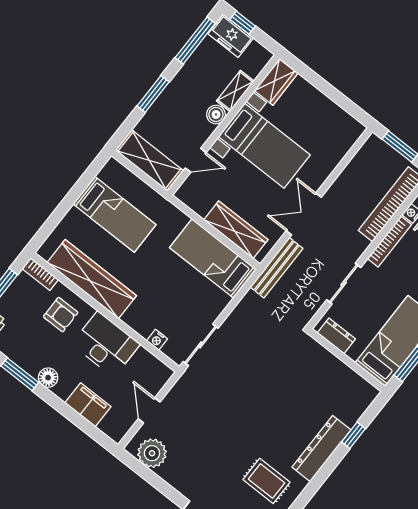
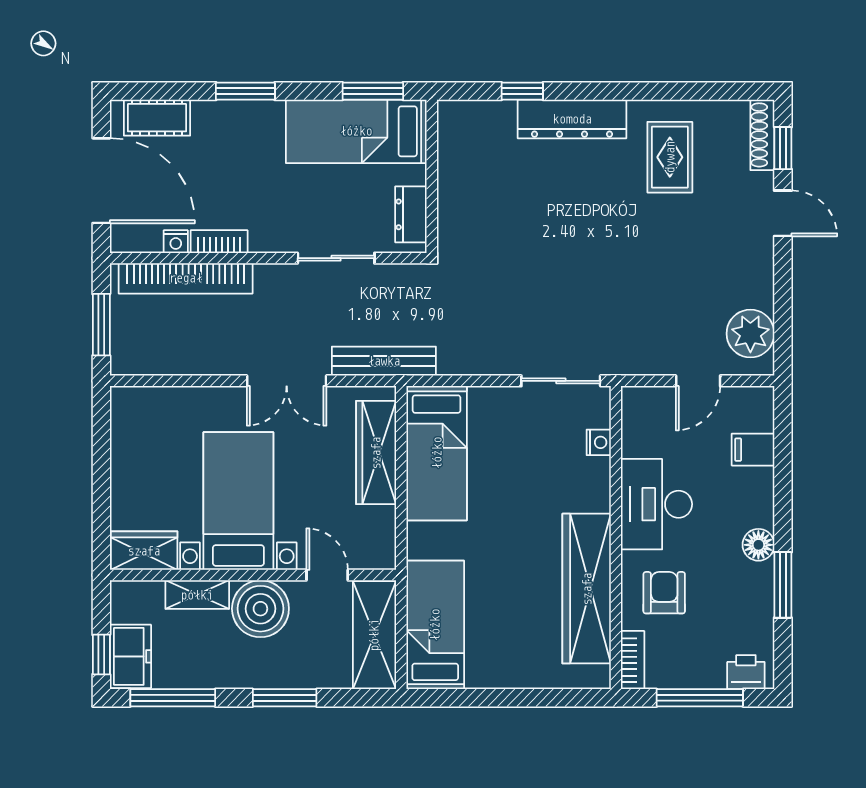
boiler: (216, 115) -> (260, 609), width x1.86, depth x1.86
bed: (115, 214) -> (435, 625), moved
bookcase: (389, 242) -> (219, 242), width x0.64
filing cabinet: (88, 405) -> (753, 450), width x0.50

